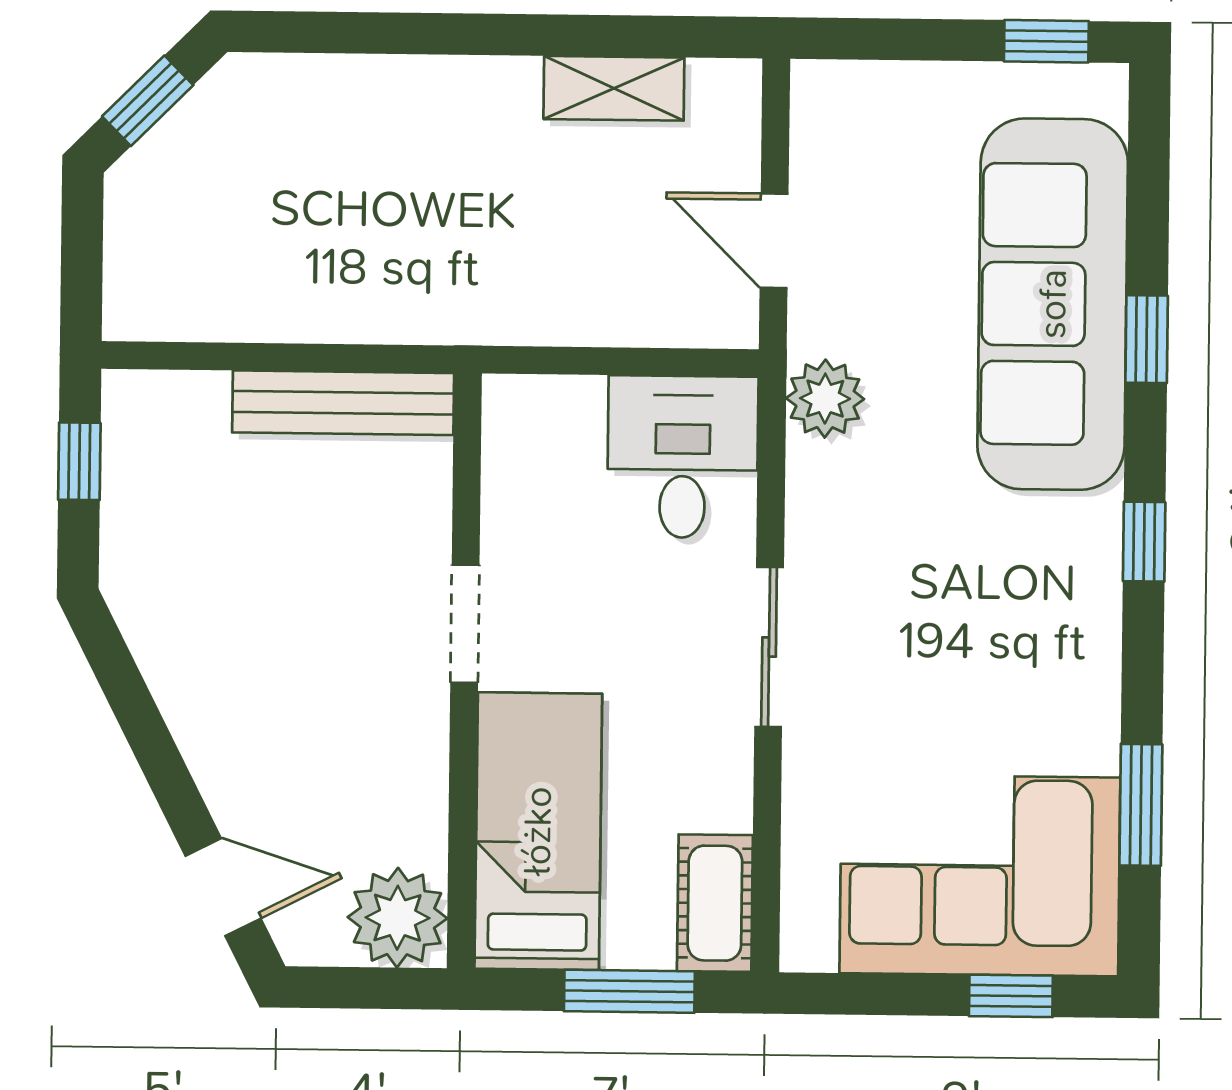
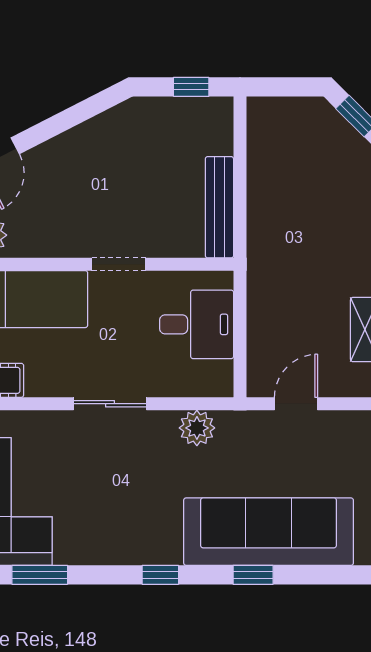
plant: (825, 399) -> (197, 428), moved
desk: (683, 457) -> (197, 324), moved

